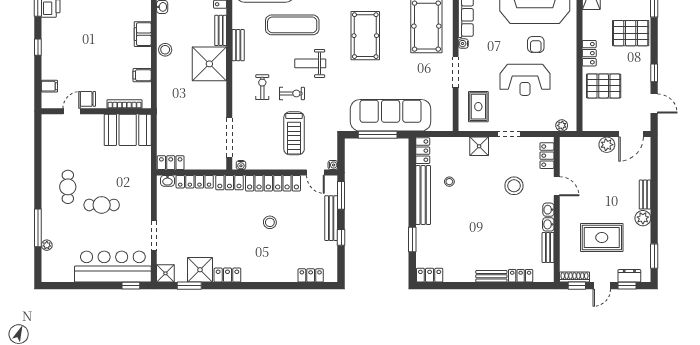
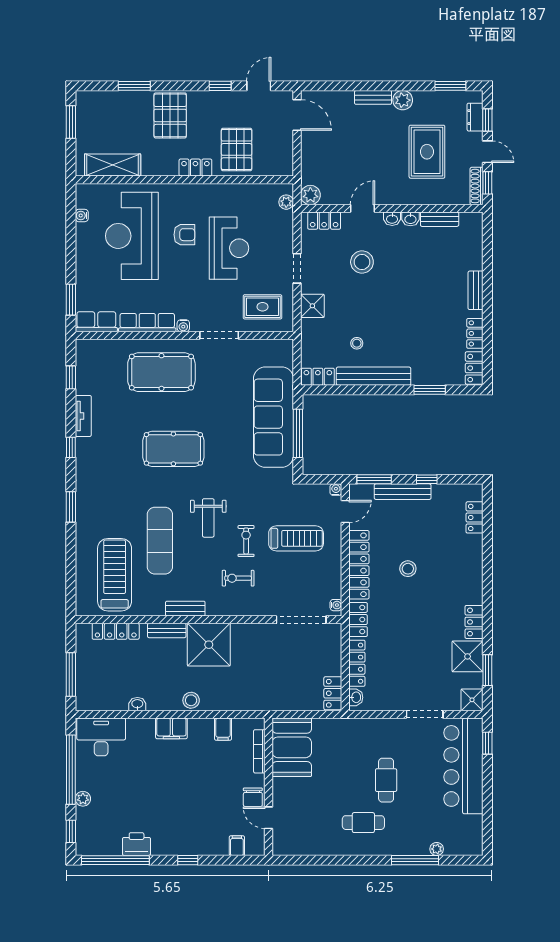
plant: (607, 145) -> (310, 195), moved
locker: (521, 276) -> (475, 333), moved

